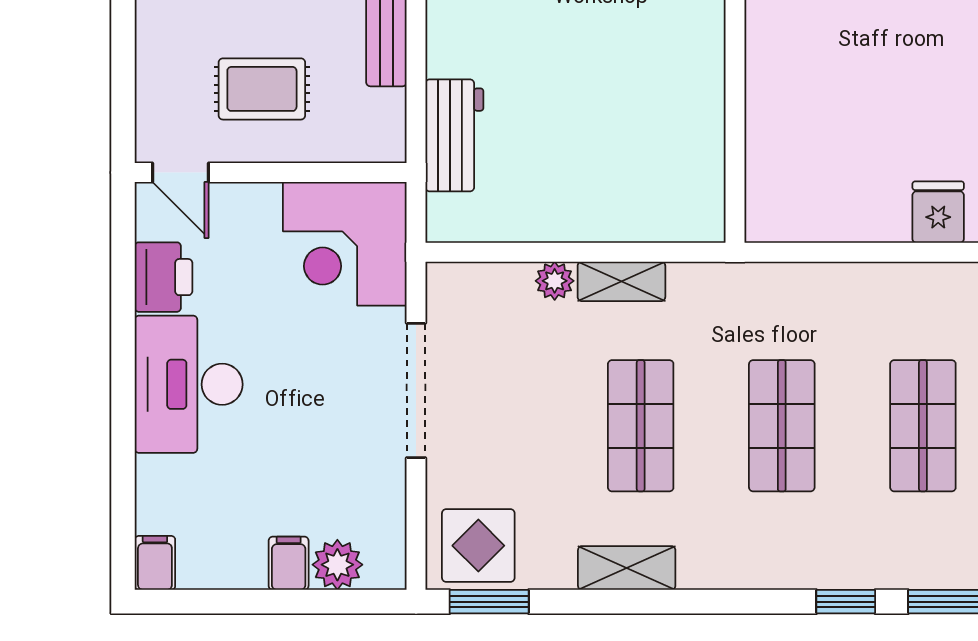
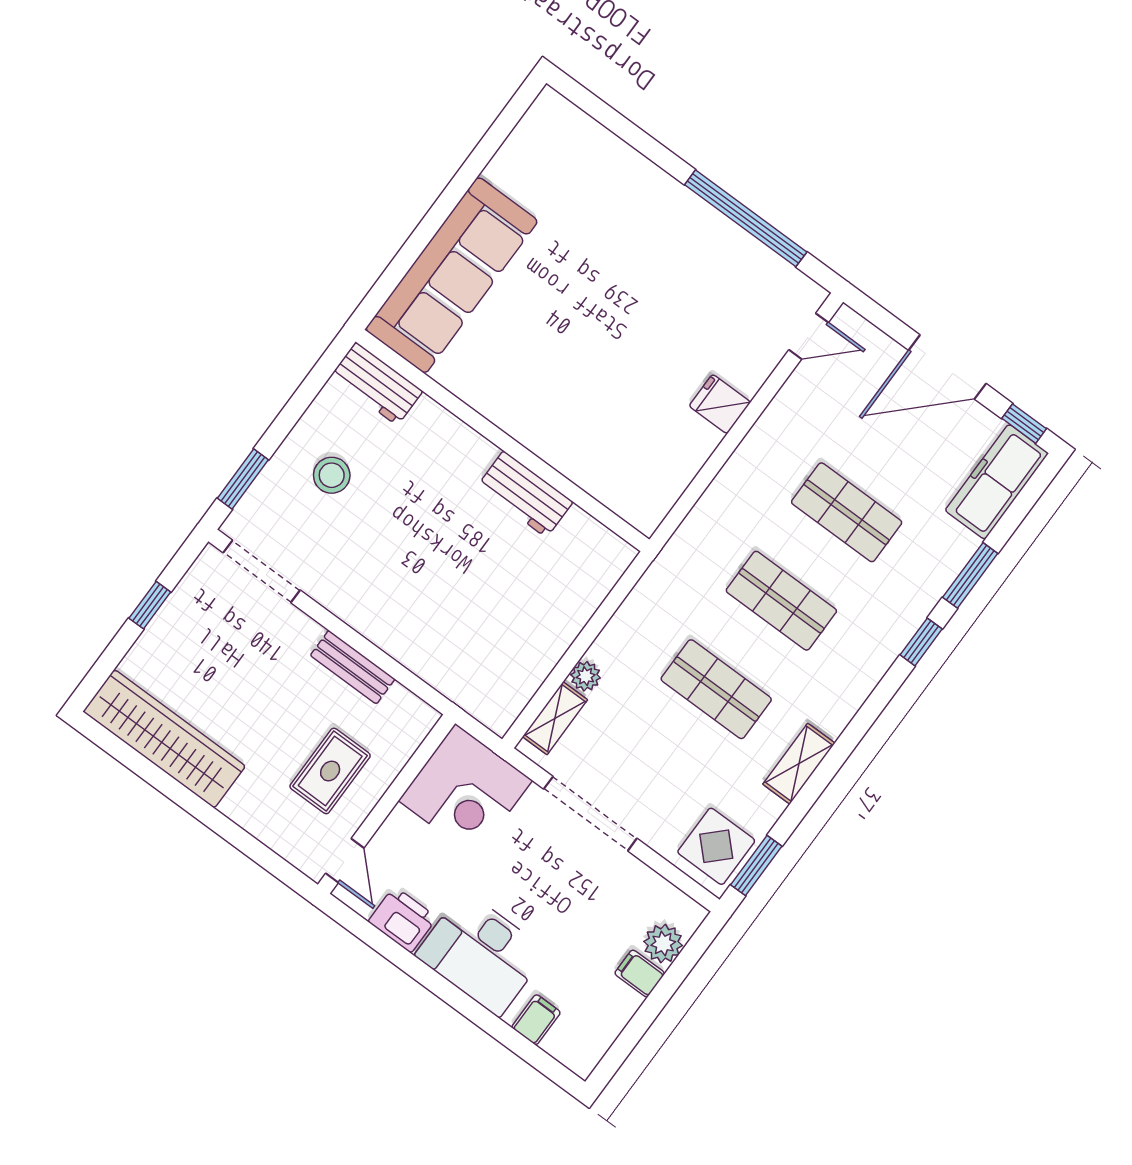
workbench: (454, 135) -> (525, 494), moved, turned 180
door: (181, 173) -> (345, 861), hinge flipped
shelving: (621, 281) -> (555, 718), moved
filing cabinet: (155, 563) -> (536, 1020), moved, turned 90

